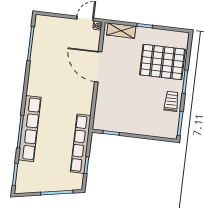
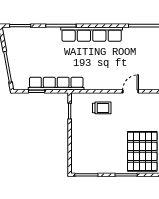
door: (98, 67) -> (131, 91), width x0.53
trolley: (171, 101) -> (102, 108), moved
row of seats: (30, 129) -> (92, 34), moved

